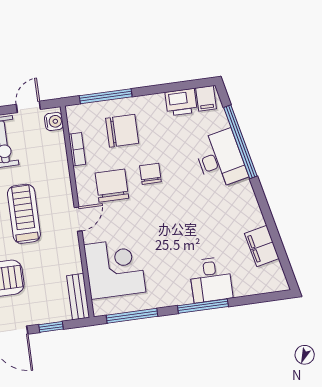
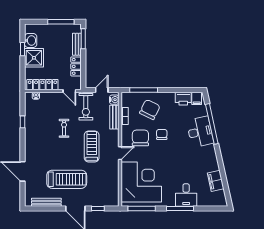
chair: (122, 131) -> (150, 110), turned -64
corner desk: (115, 268) -> (141, 182), width x1.36, depth x1.36
bench: (78, 297) -> (114, 117), moved

